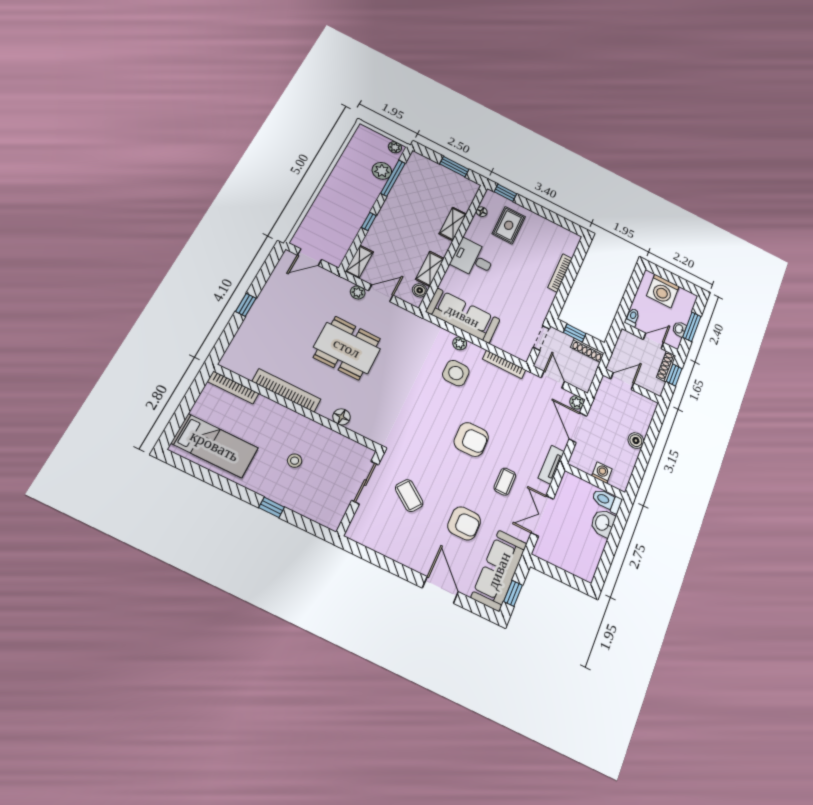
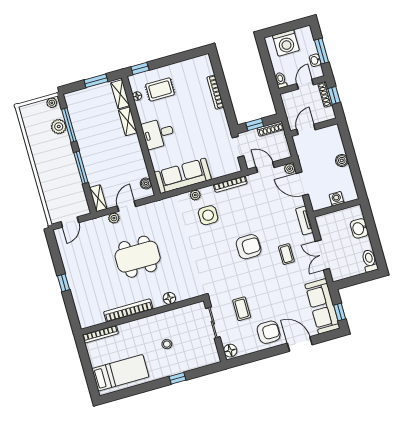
window: (369, 222) -> (81, 168), width x2.17
rug: (509, 225) -> (160, 89), turned 90
shelving: (430, 269) -> (120, 94), moved
coffee table: (409, 496) -> (242, 309), turned 54
toilet: (607, 501) -> (370, 261), moved, turned 90
armchair: (464, 523) -> (269, 332), moved
floor lamp: (357, 529) -> (230, 351), added

